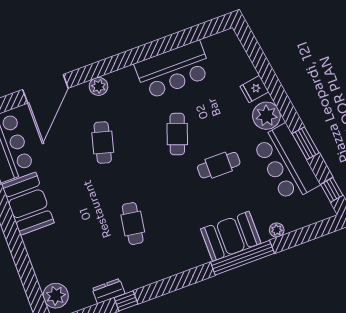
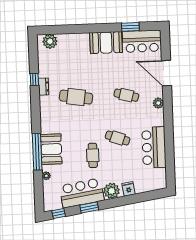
cafe table: (133, 224) -> (76, 97), width x1.37, depth x1.35
dresser: (109, 291) -> (44, 87), moved

